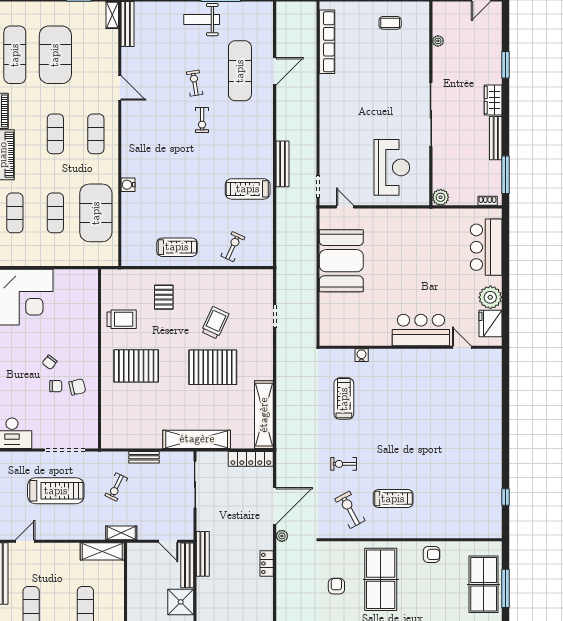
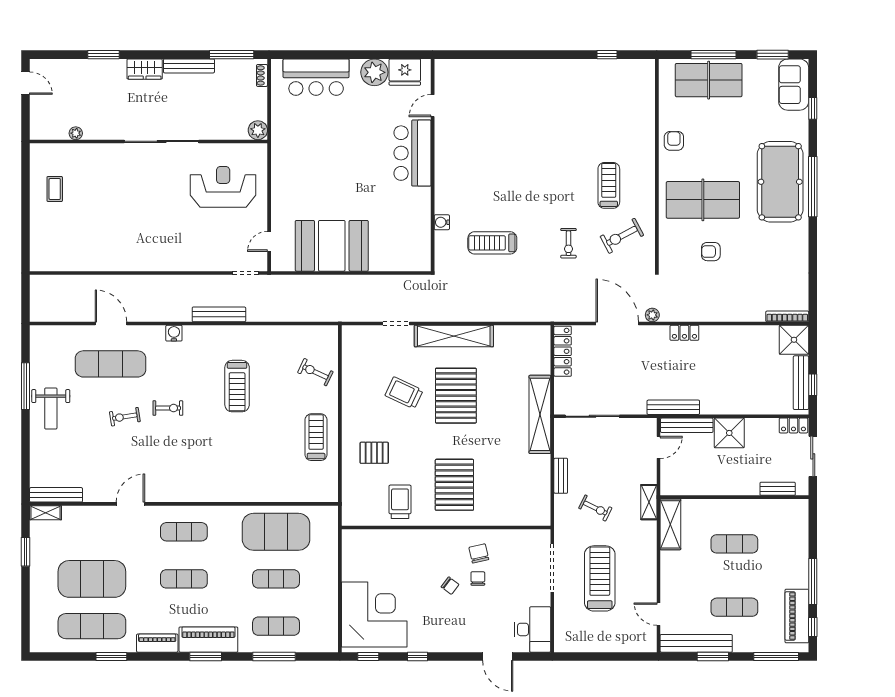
row of seats: (327, 42) -> (77, 262), removed
water cooler: (128, 185) -> (174, 333), moved, turned 180
treadmill: (248, 189) -> (237, 386), moved
shelving: (264, 415) -> (454, 336), moved

